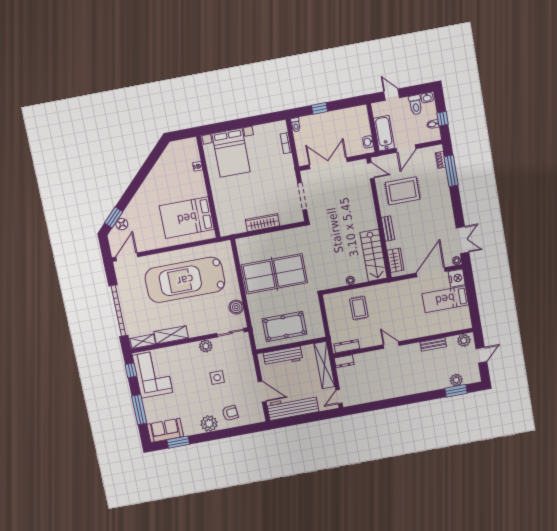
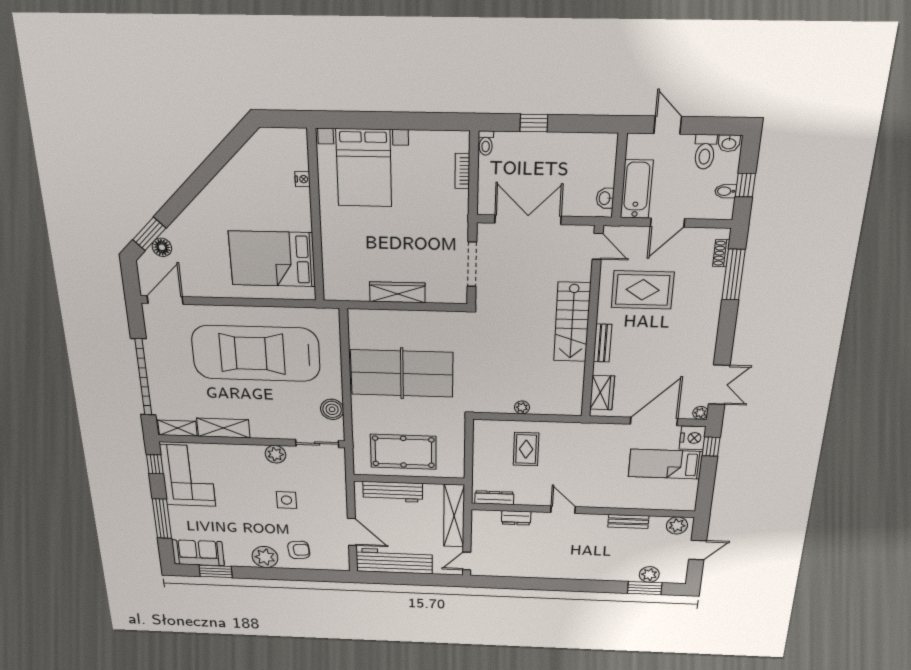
stairs: (374, 255) -> (572, 322), moved
window: (469, 281) -> (711, 447), added
dresser: (344, 361) -> (516, 518), moved

